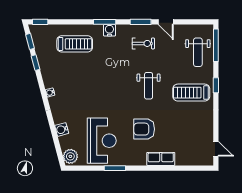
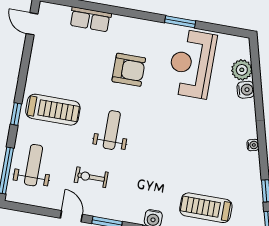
exercise bike: (143, 43) -> (91, 177), moved
plant: (70, 156) -> (242, 70), moved
row of seats: (161, 159) -> (90, 19), moved

